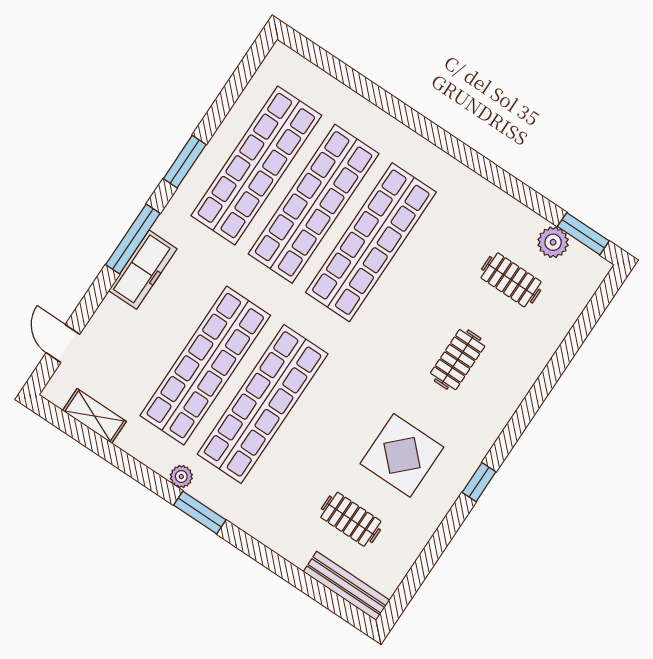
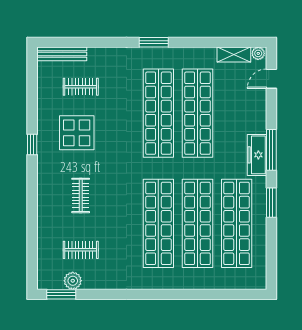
freezer: (143, 270) -> (257, 155), moved
door: (63, 343) -> (271, 79), swing flipped
plant: (181, 477) -> (258, 53), moved

